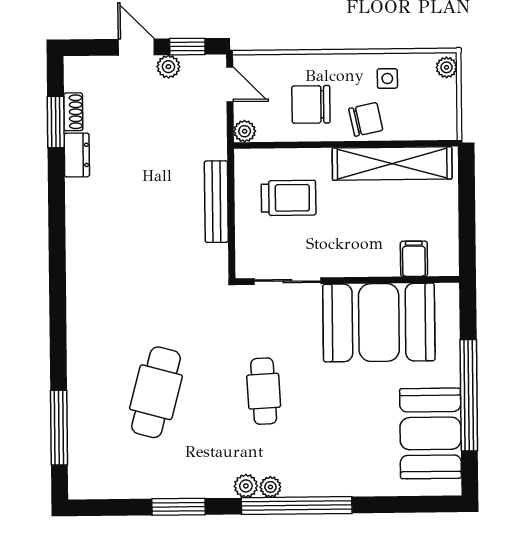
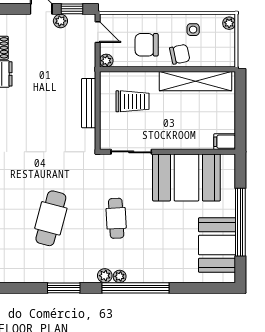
filing cabinet: (414, 259) -> (225, 142), moved, turned -90

